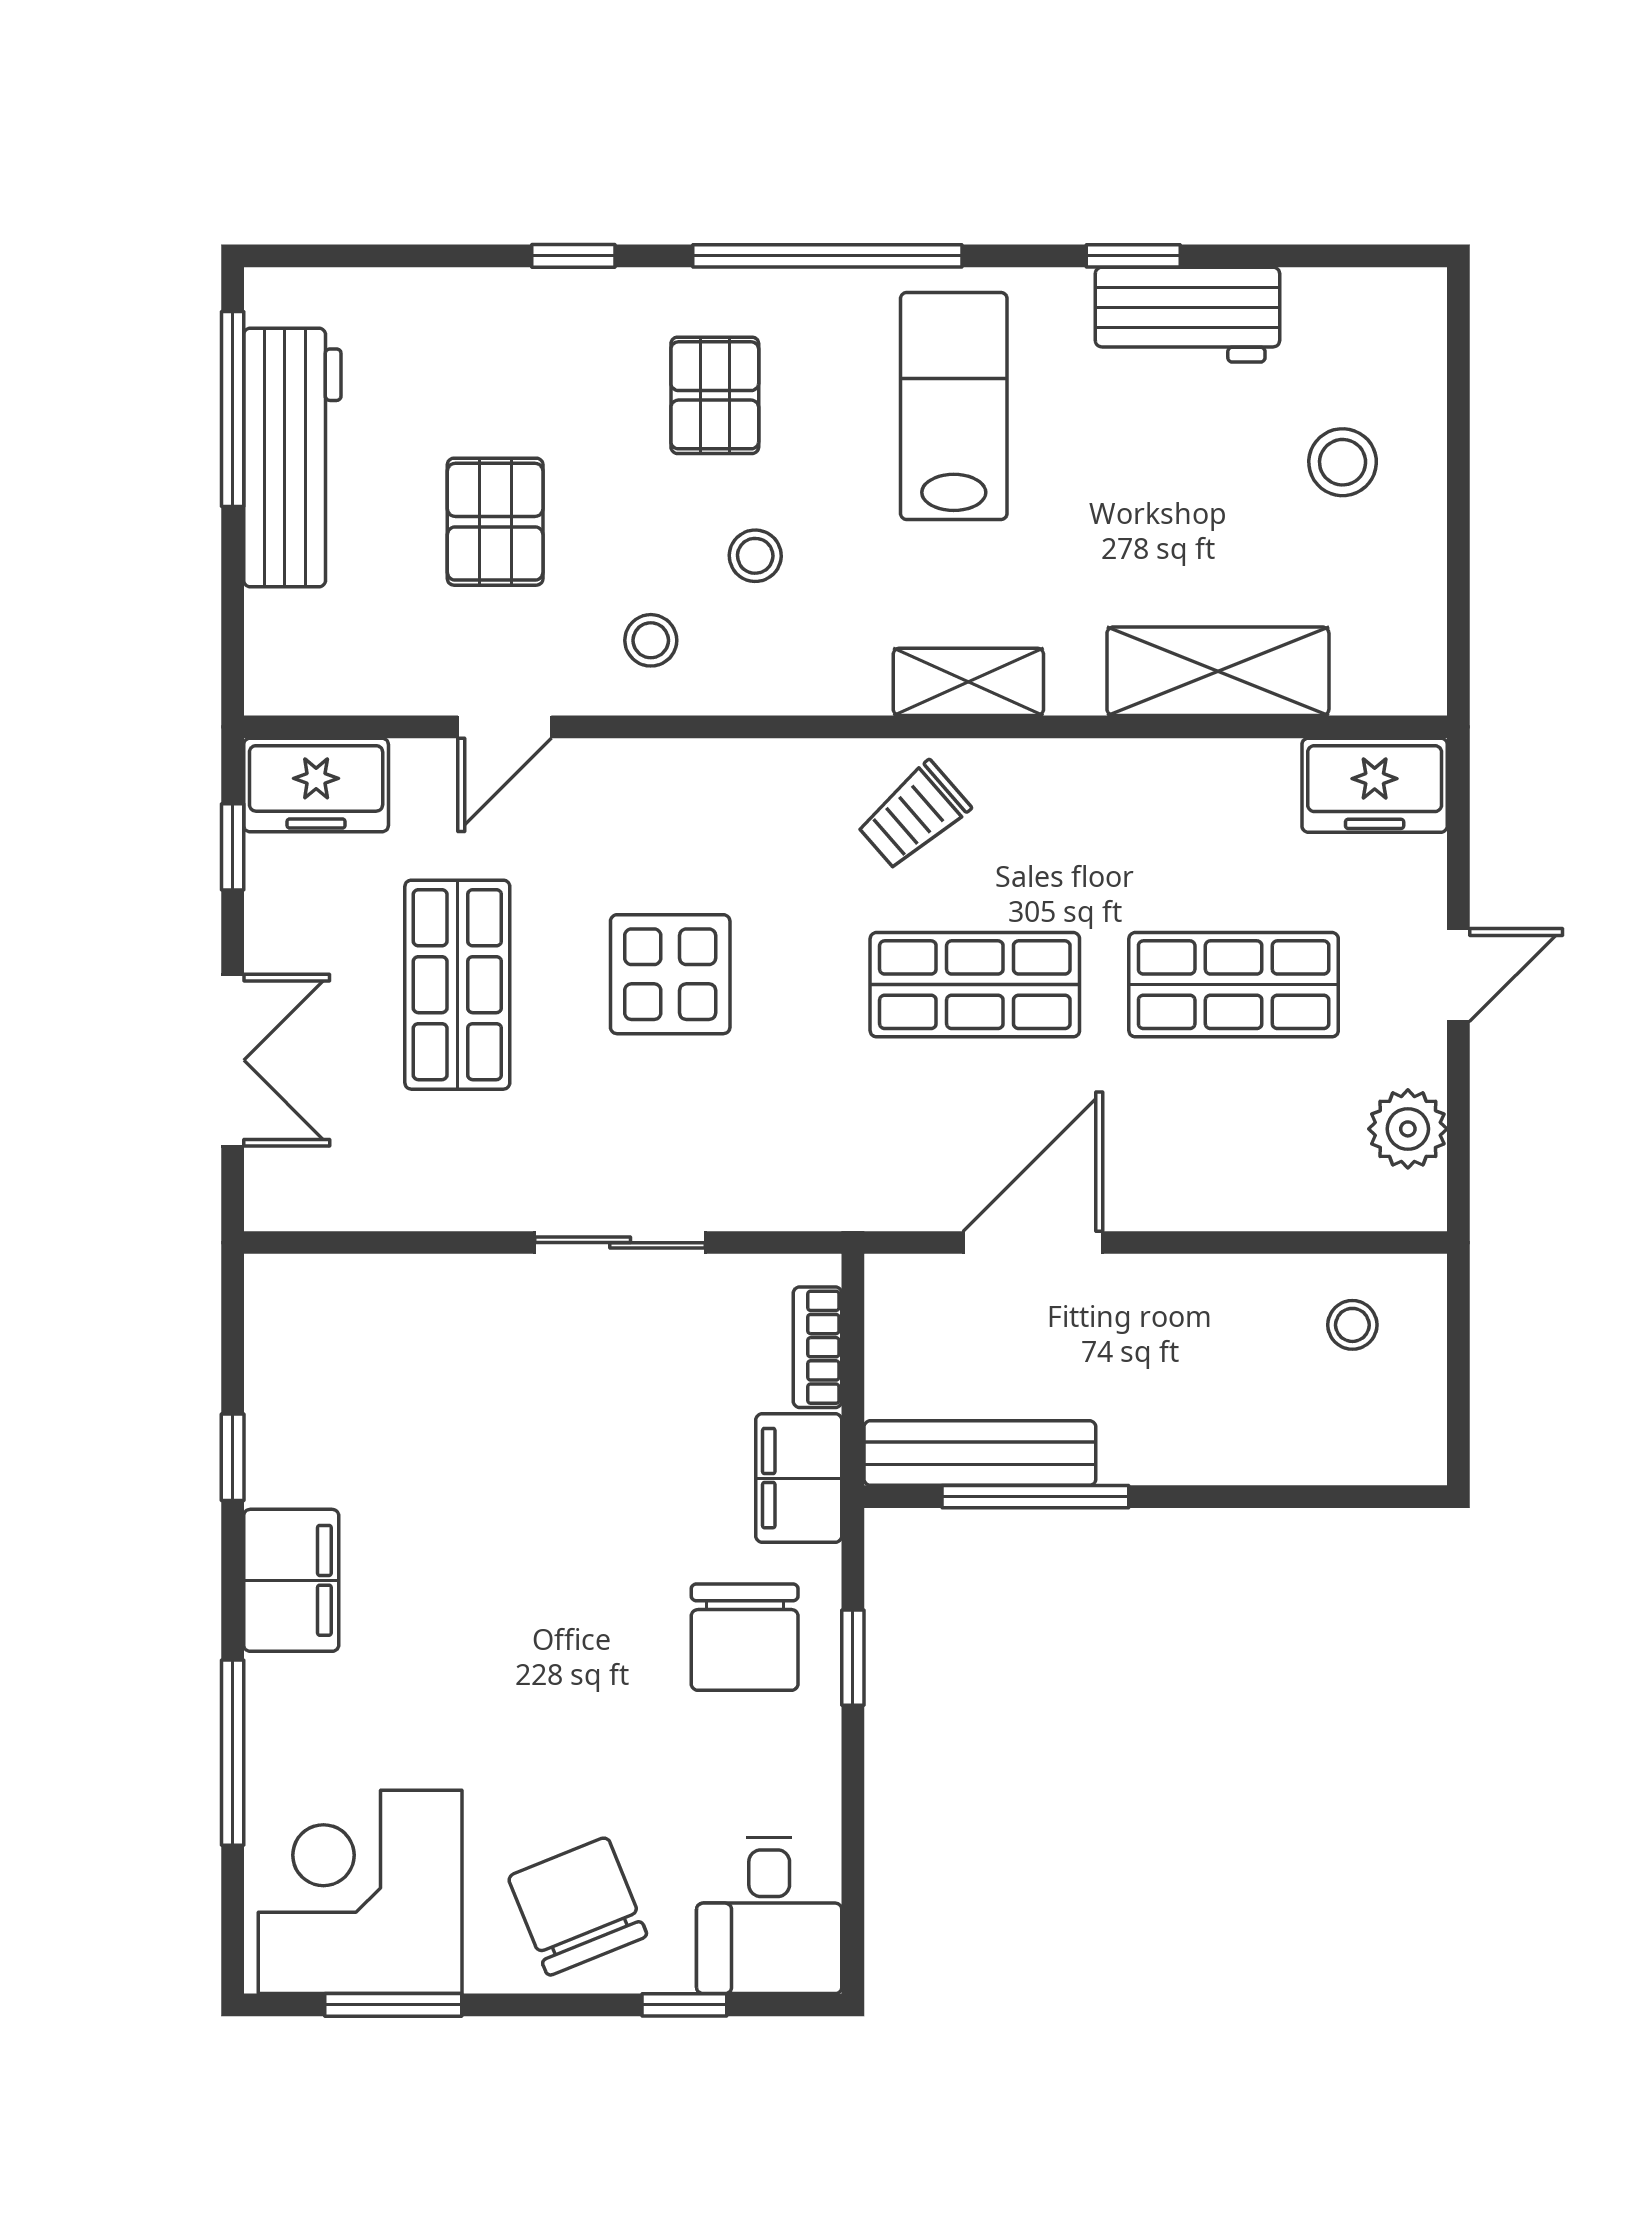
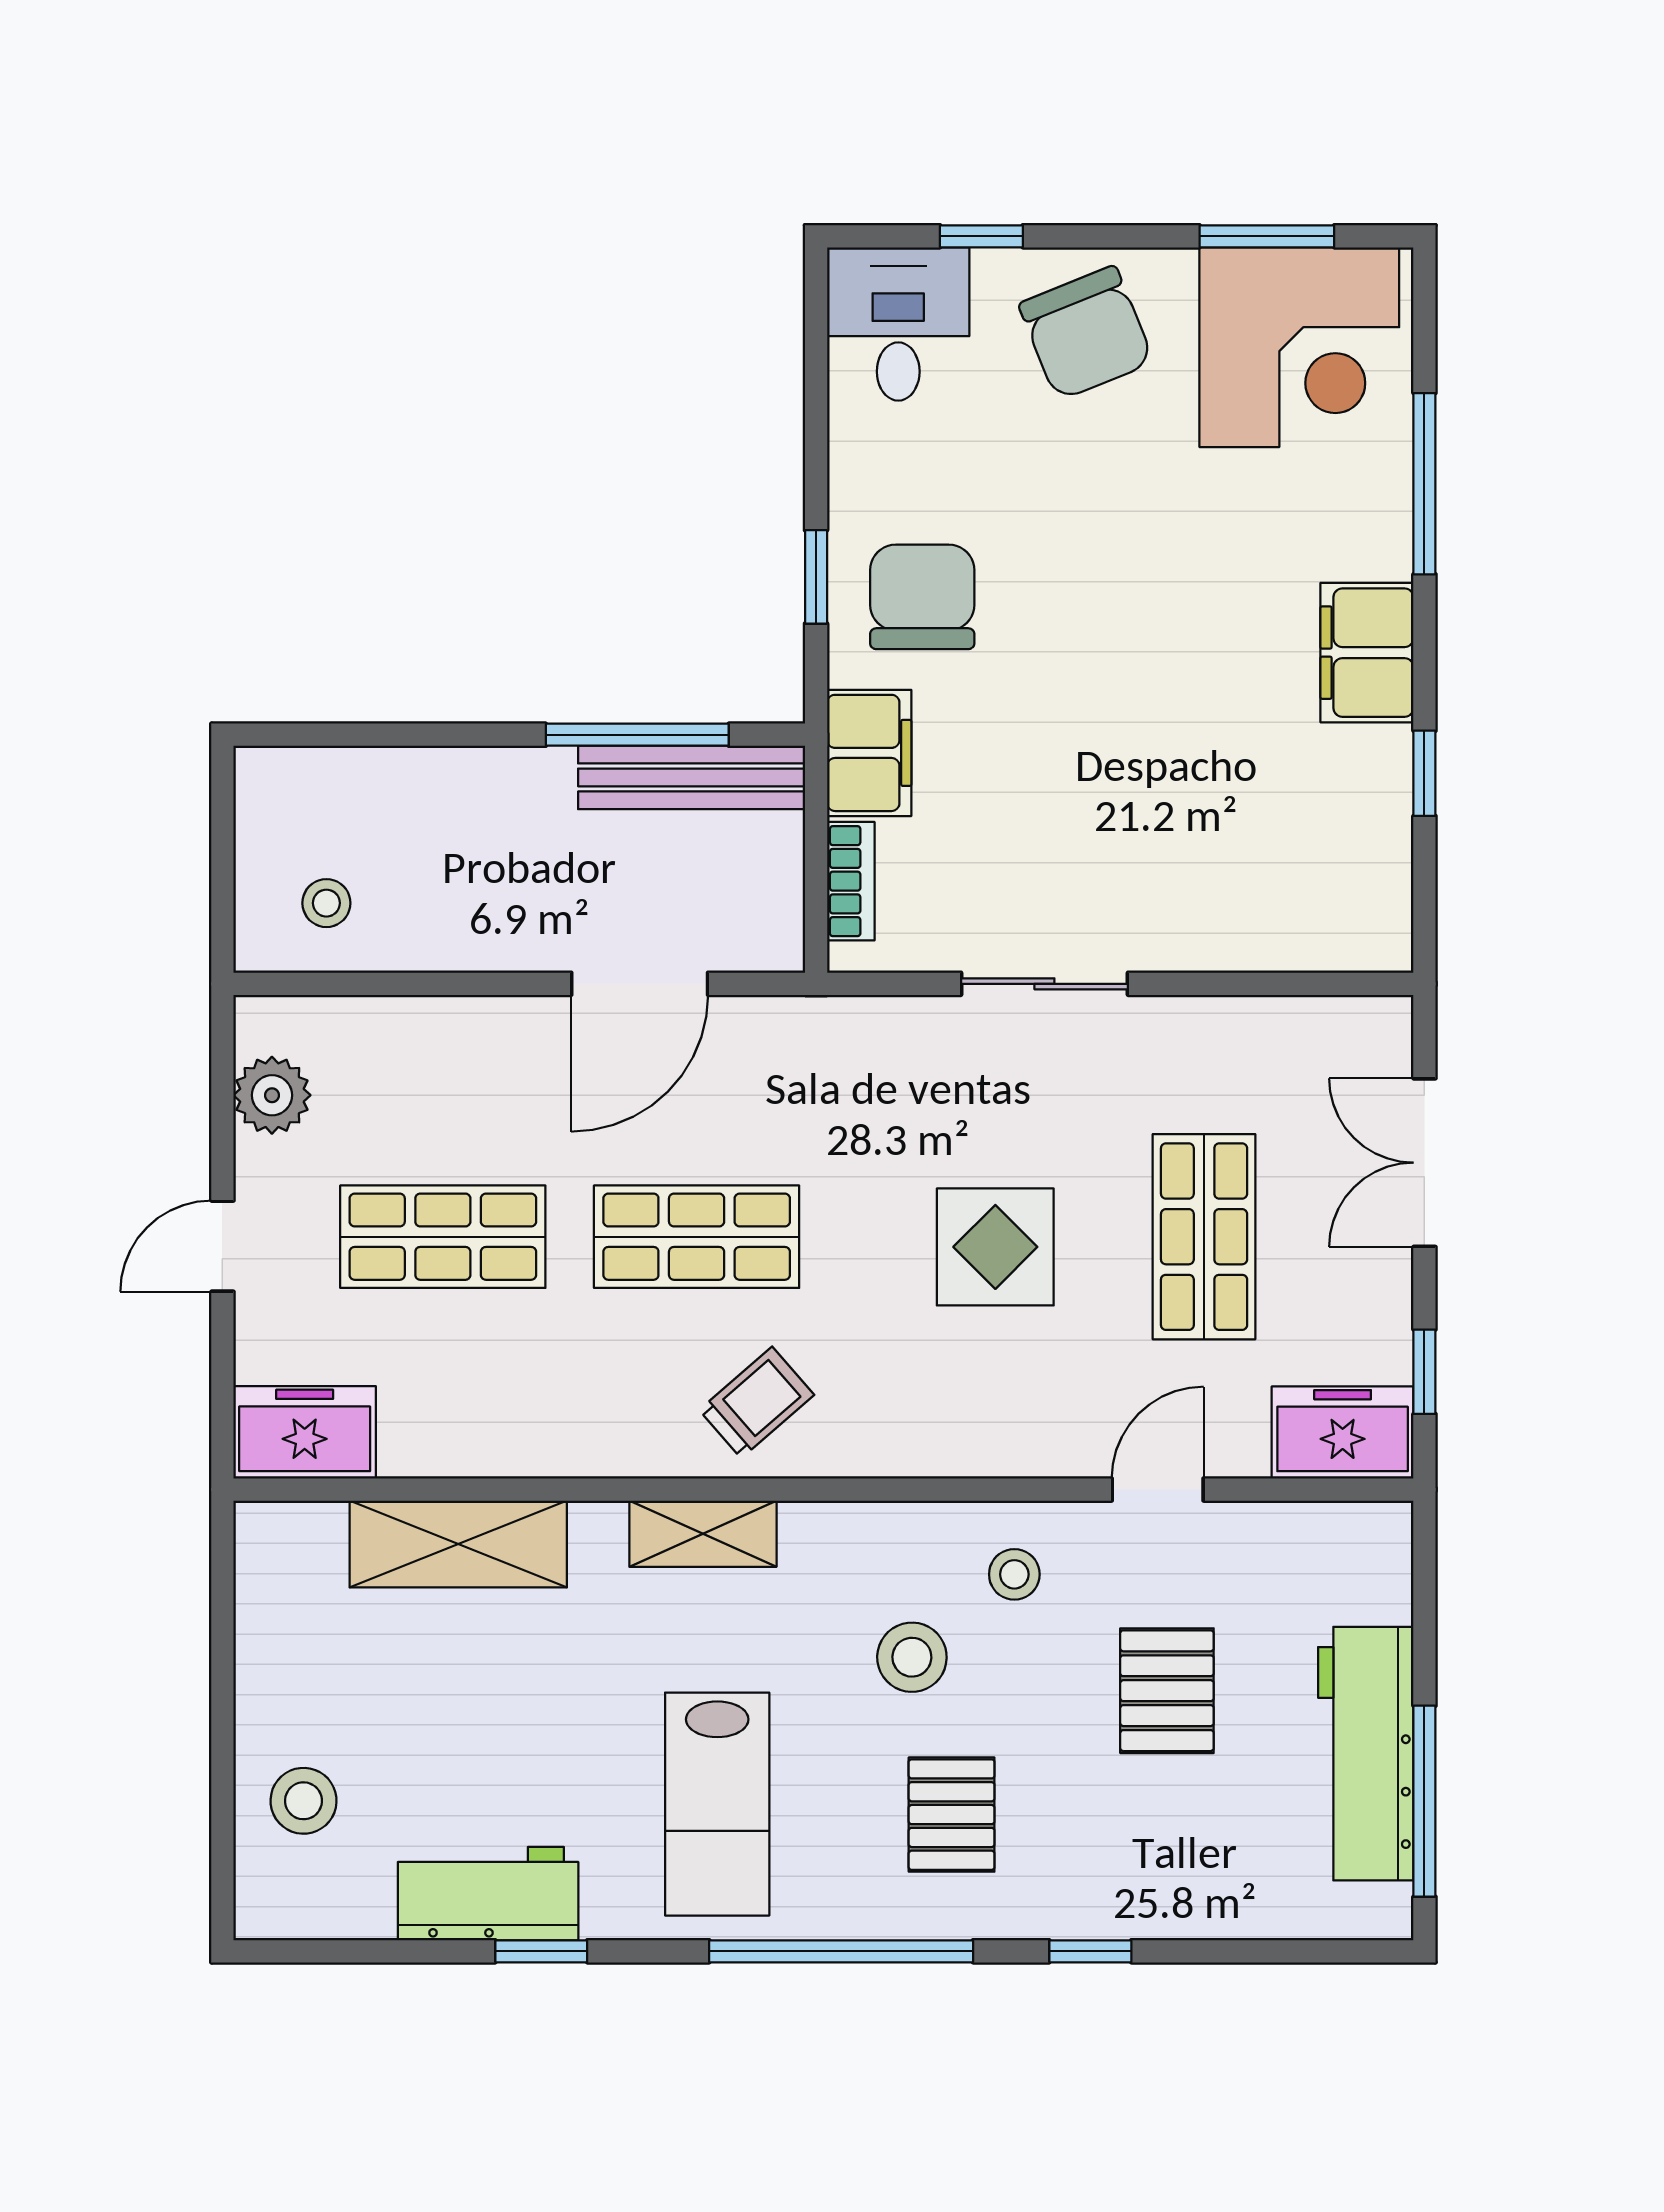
stool: (1343, 462) -> (304, 1801), moved
stool: (755, 556) -> (912, 1657), width x1.37, depth x1.37

